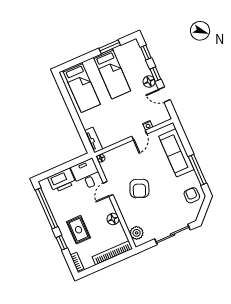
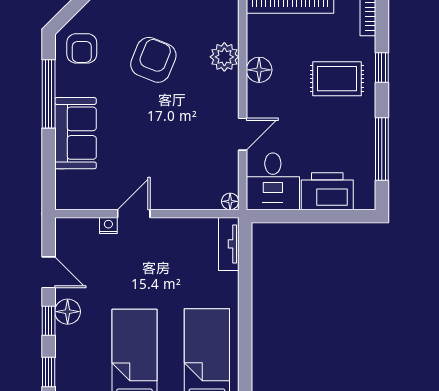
sofa: (176, 153) -> (76, 133), width x0.73
armchair: (139, 188) -> (153, 60), moved
window: (47, 208) -> (382, 149), width x0.68
rug: (79, 230) -> (337, 79), turned 90
plant: (137, 233) -> (224, 57), moved

